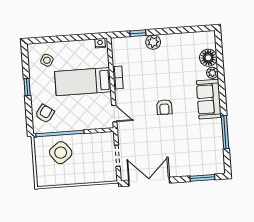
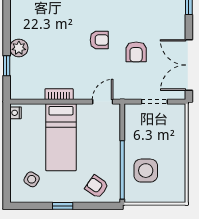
armchair: (157, 138) -> (136, 52), added
side table: (61, 153) -> (146, 171), turned 37

